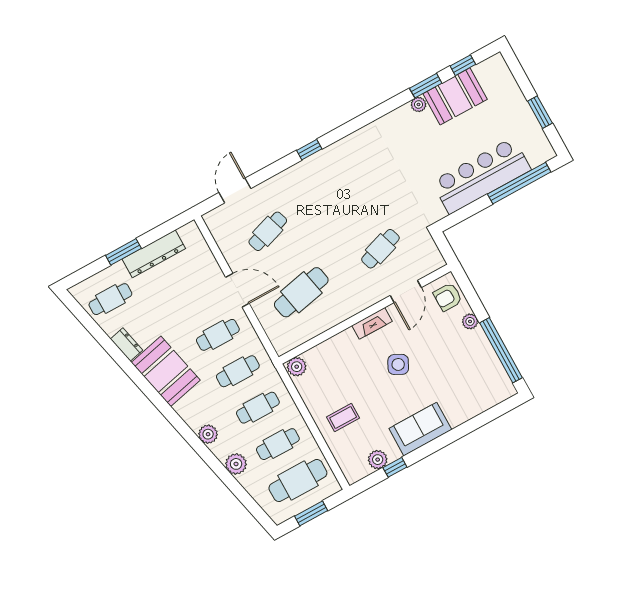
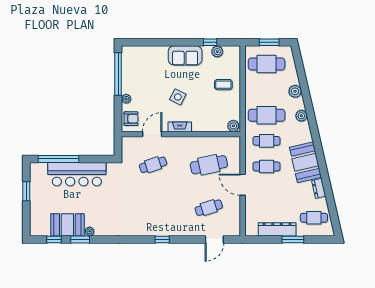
cafe table: (258, 408) -> (267, 115), width x1.37, depth x1.35
cafe table: (278, 444) -> (267, 90), removed

